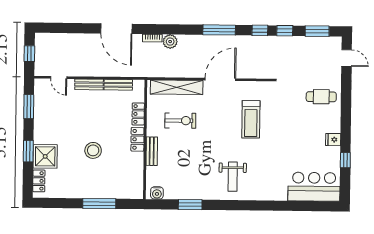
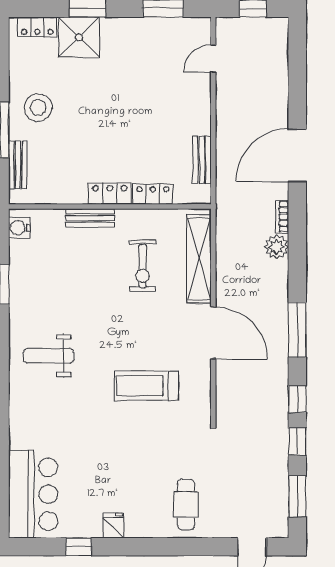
bench: (89, 84) -> (18, 165), moved
stool: (93, 150) -> (38, 108), moved

